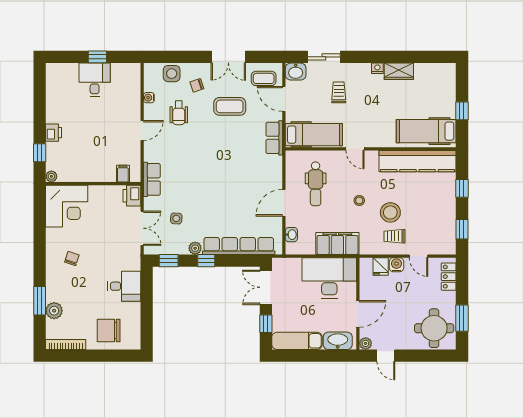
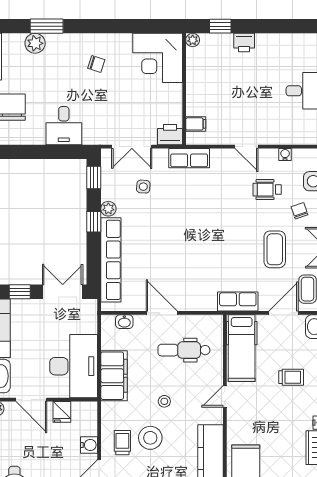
fridge: (381, 266) -> (62, 412), moved, turned -90

